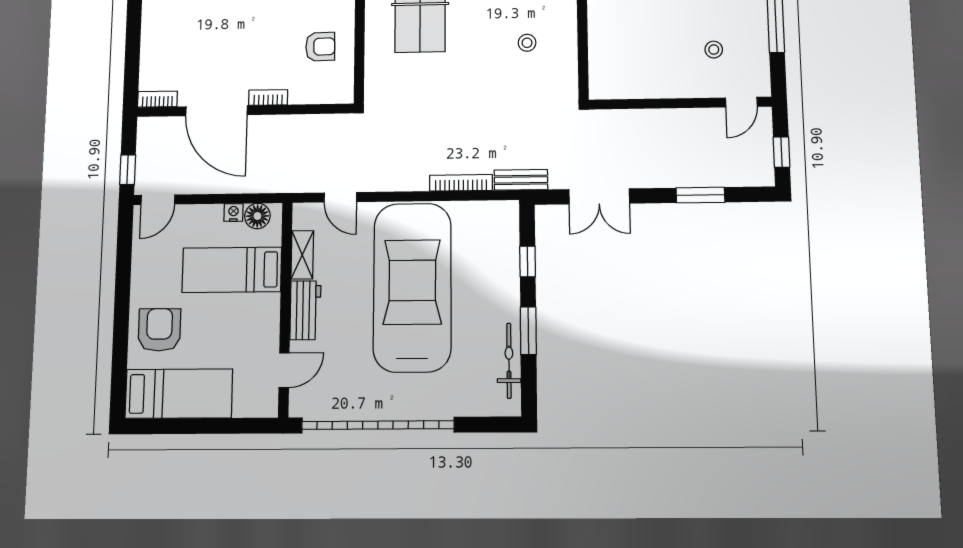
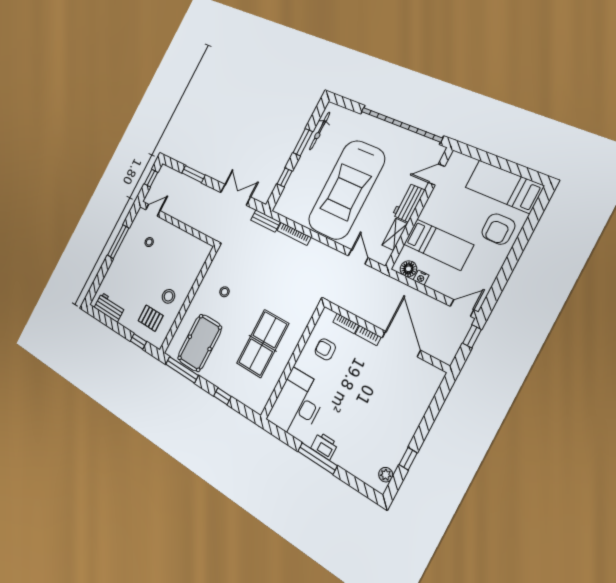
bookcase: (157, 99) -> (346, 323), moved

